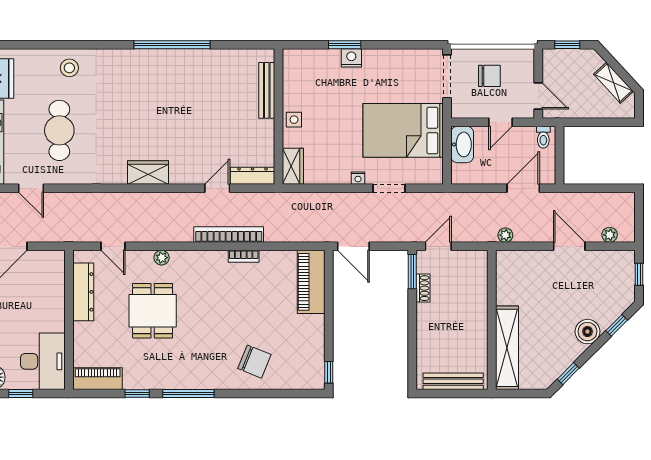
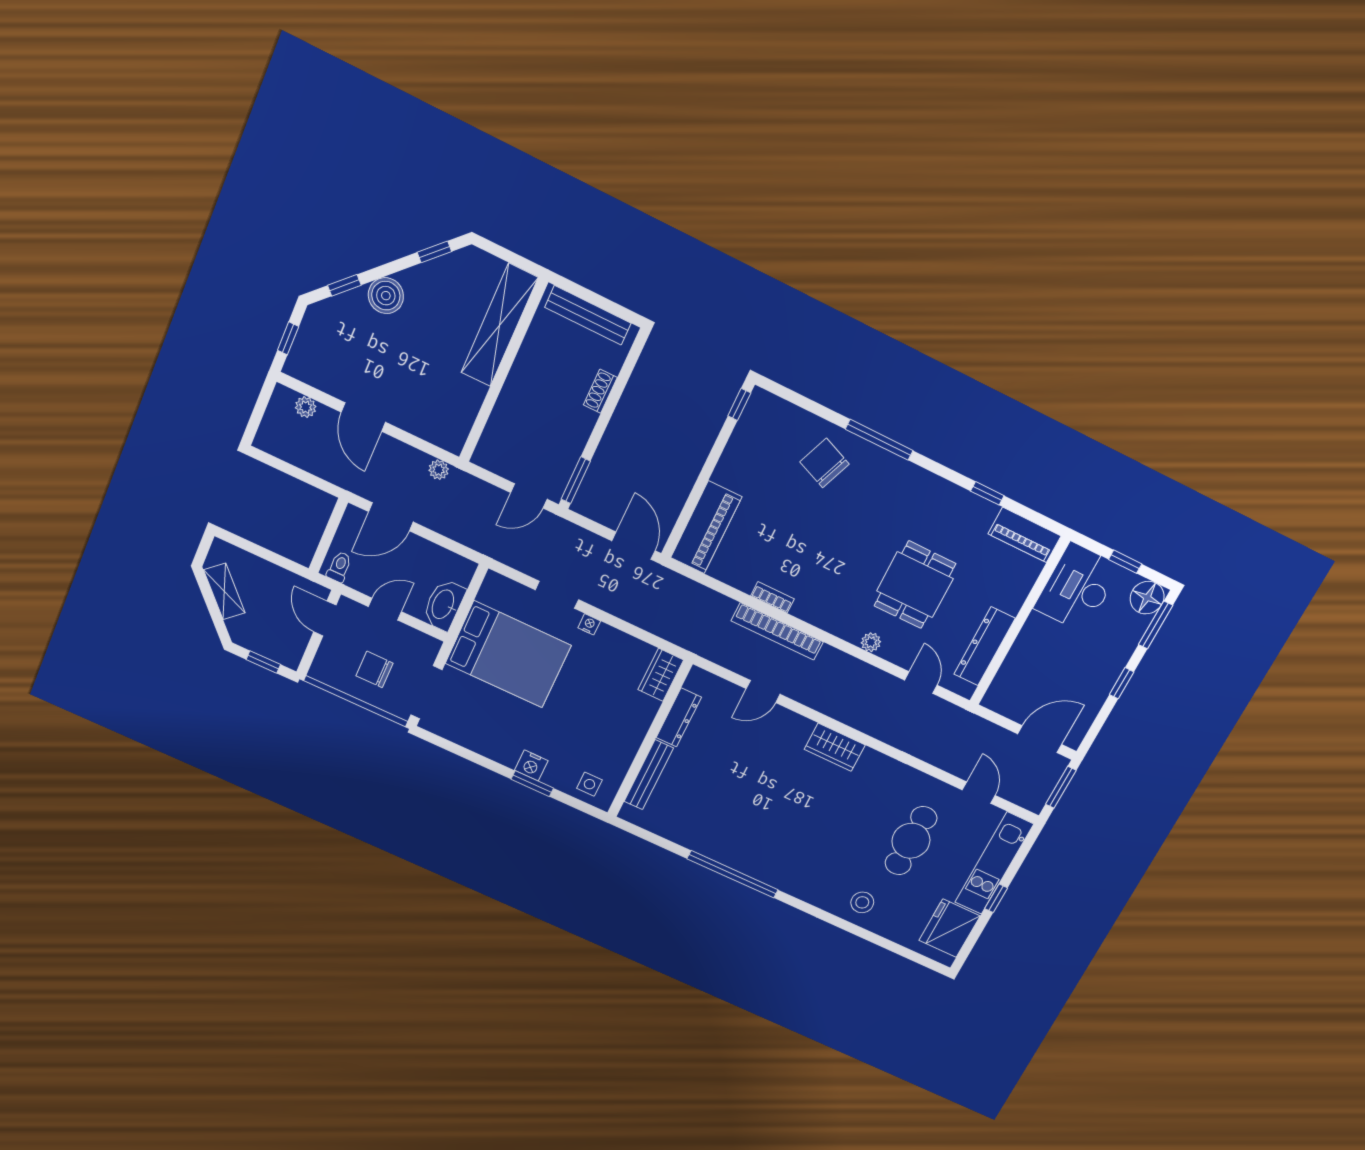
side table: (294, 120) -> (589, 784), moved
dresser: (253, 176) -> (679, 717), moved, turned -90
shoe rack: (423, 288) -> (600, 391), moved
window: (188, 394) -> (879, 440), moved

